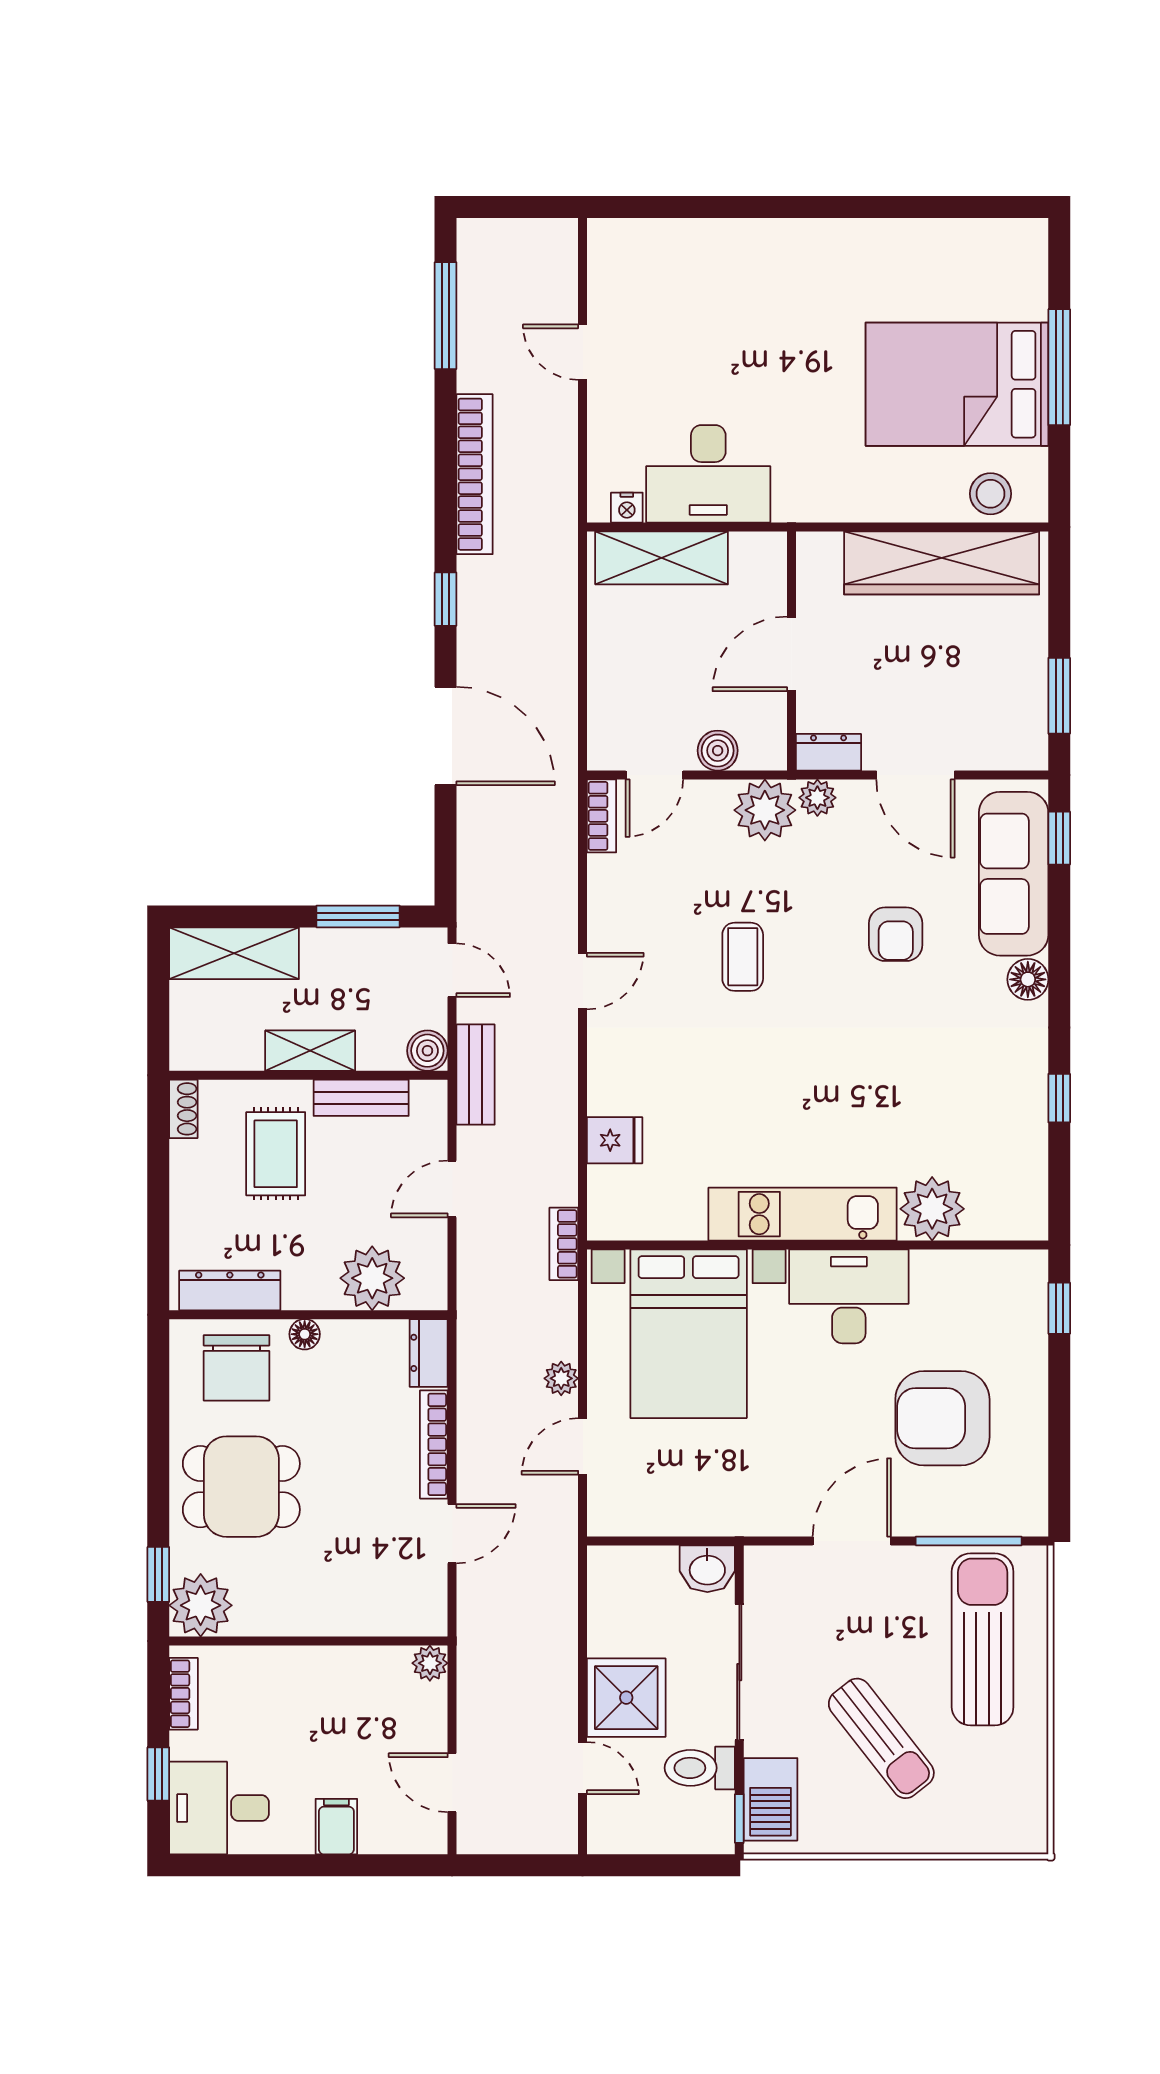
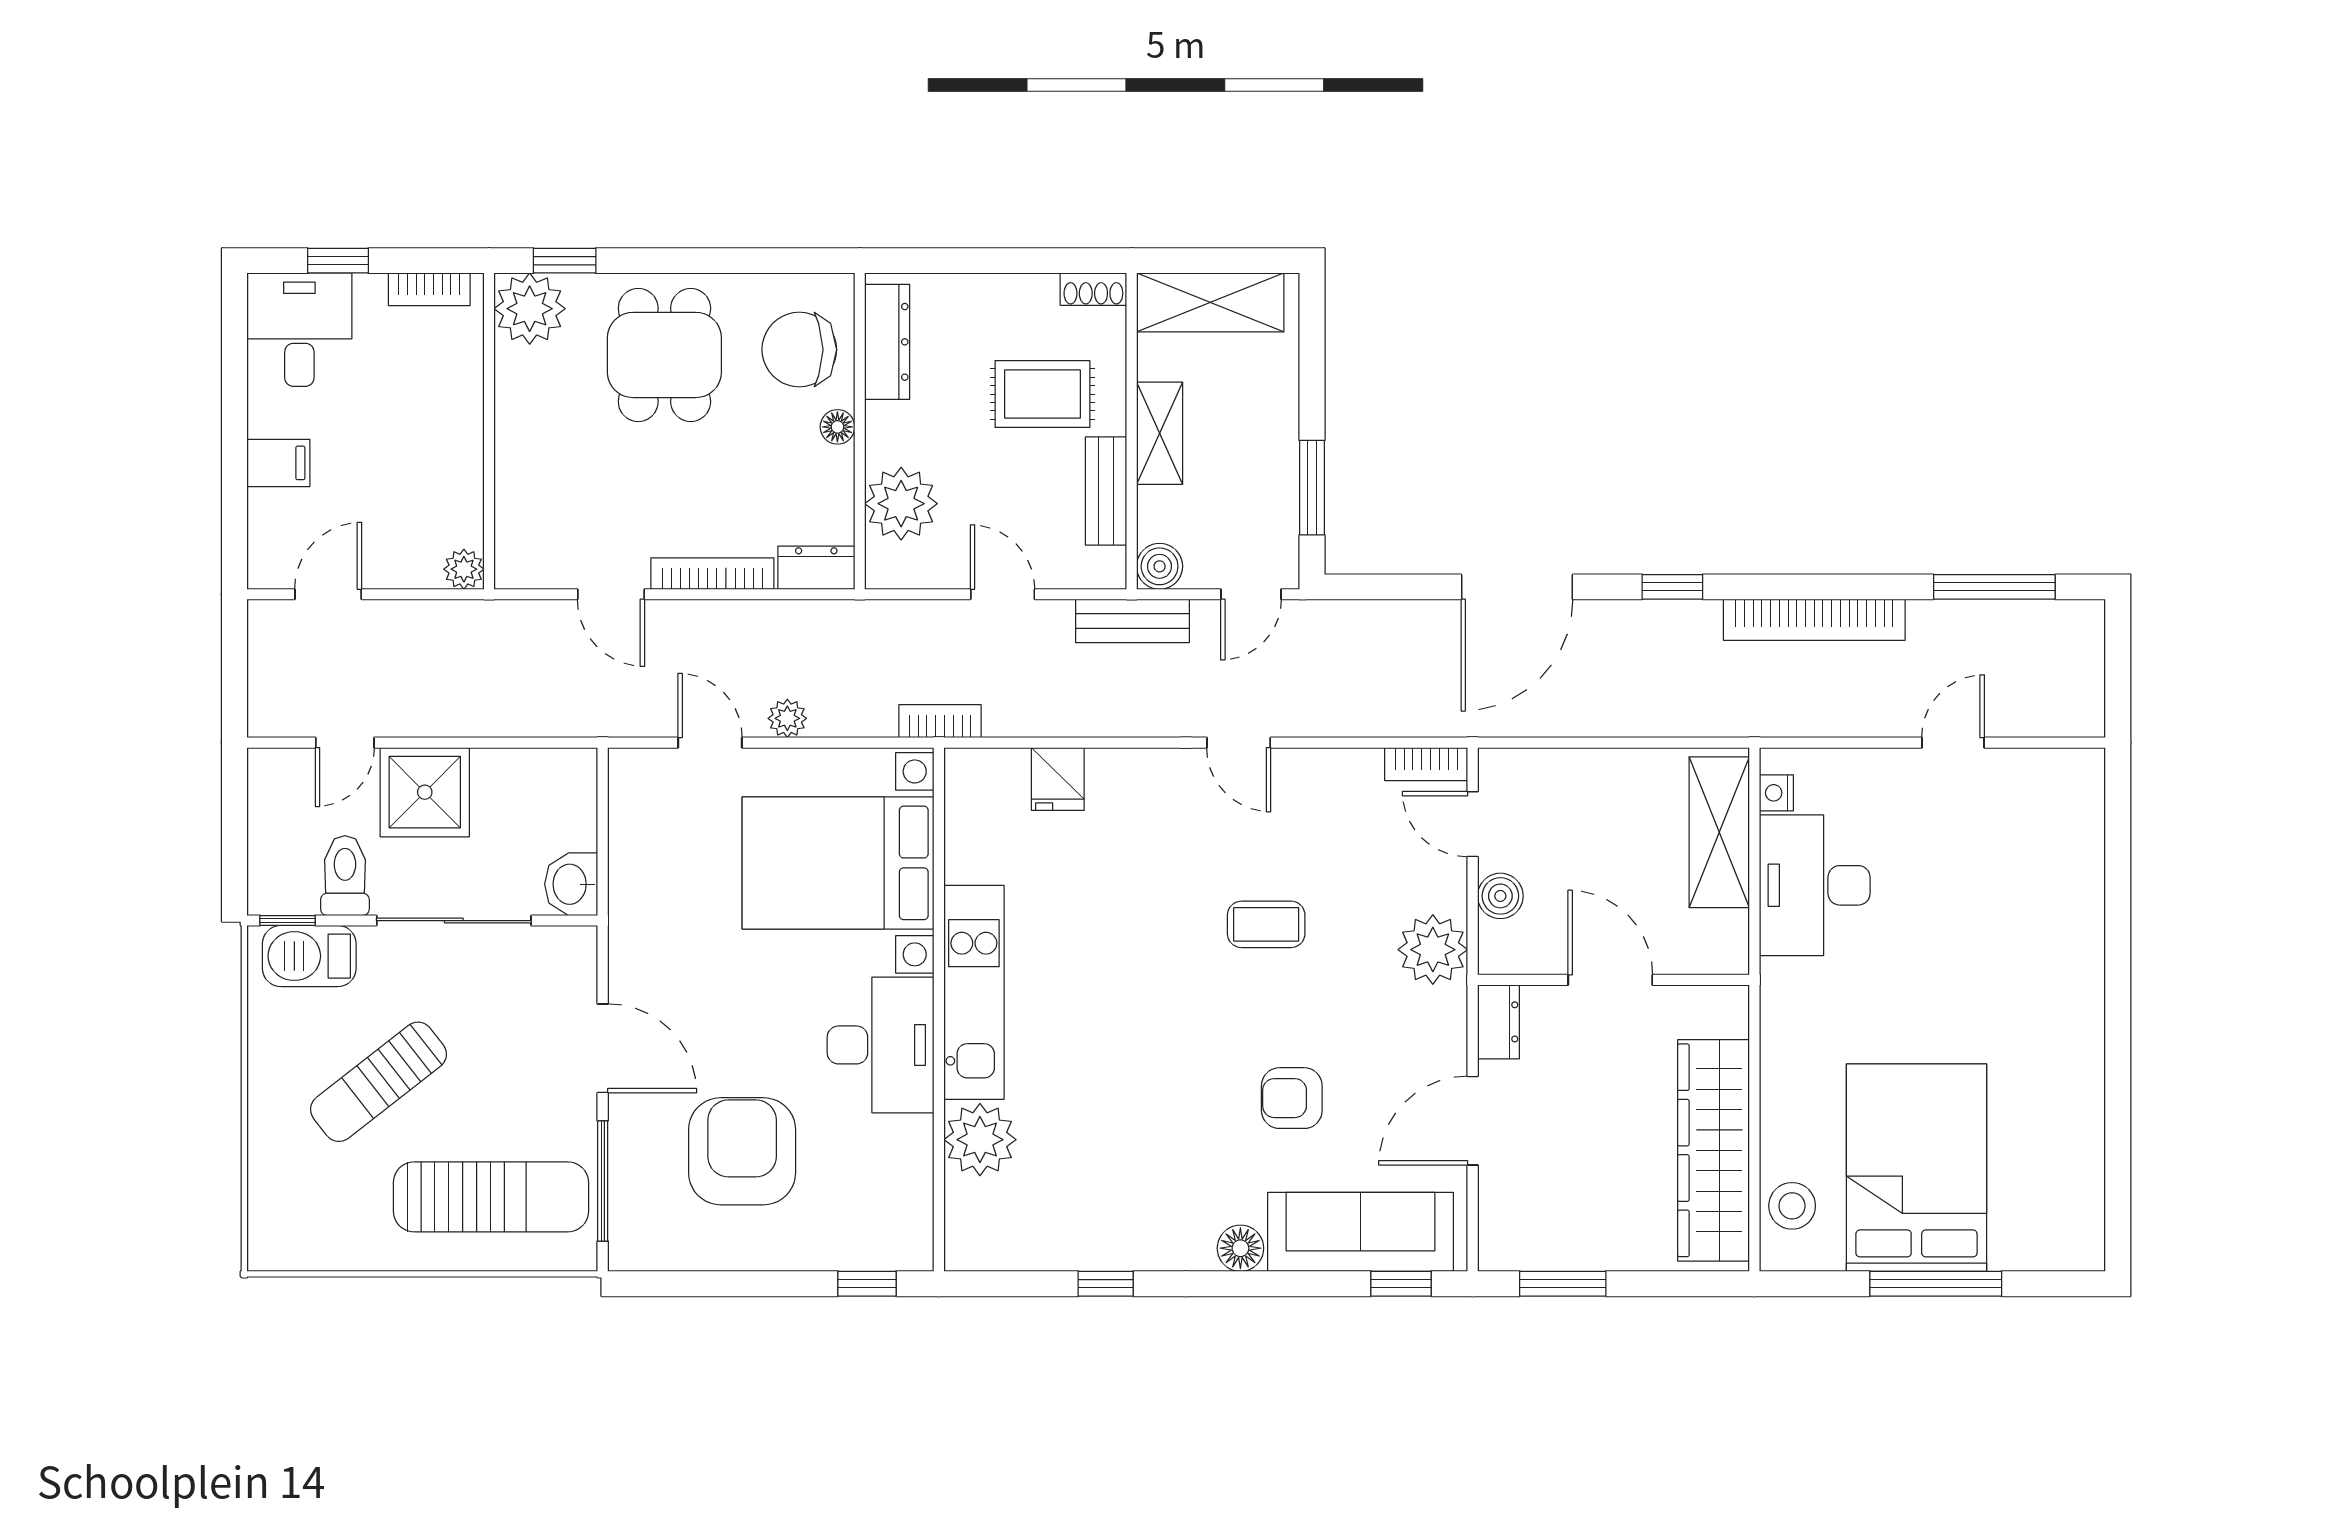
plant: (817, 798) -> (1447, 1009), removed
shelving: (234, 953) -> (1210, 302), moved, turned 90

